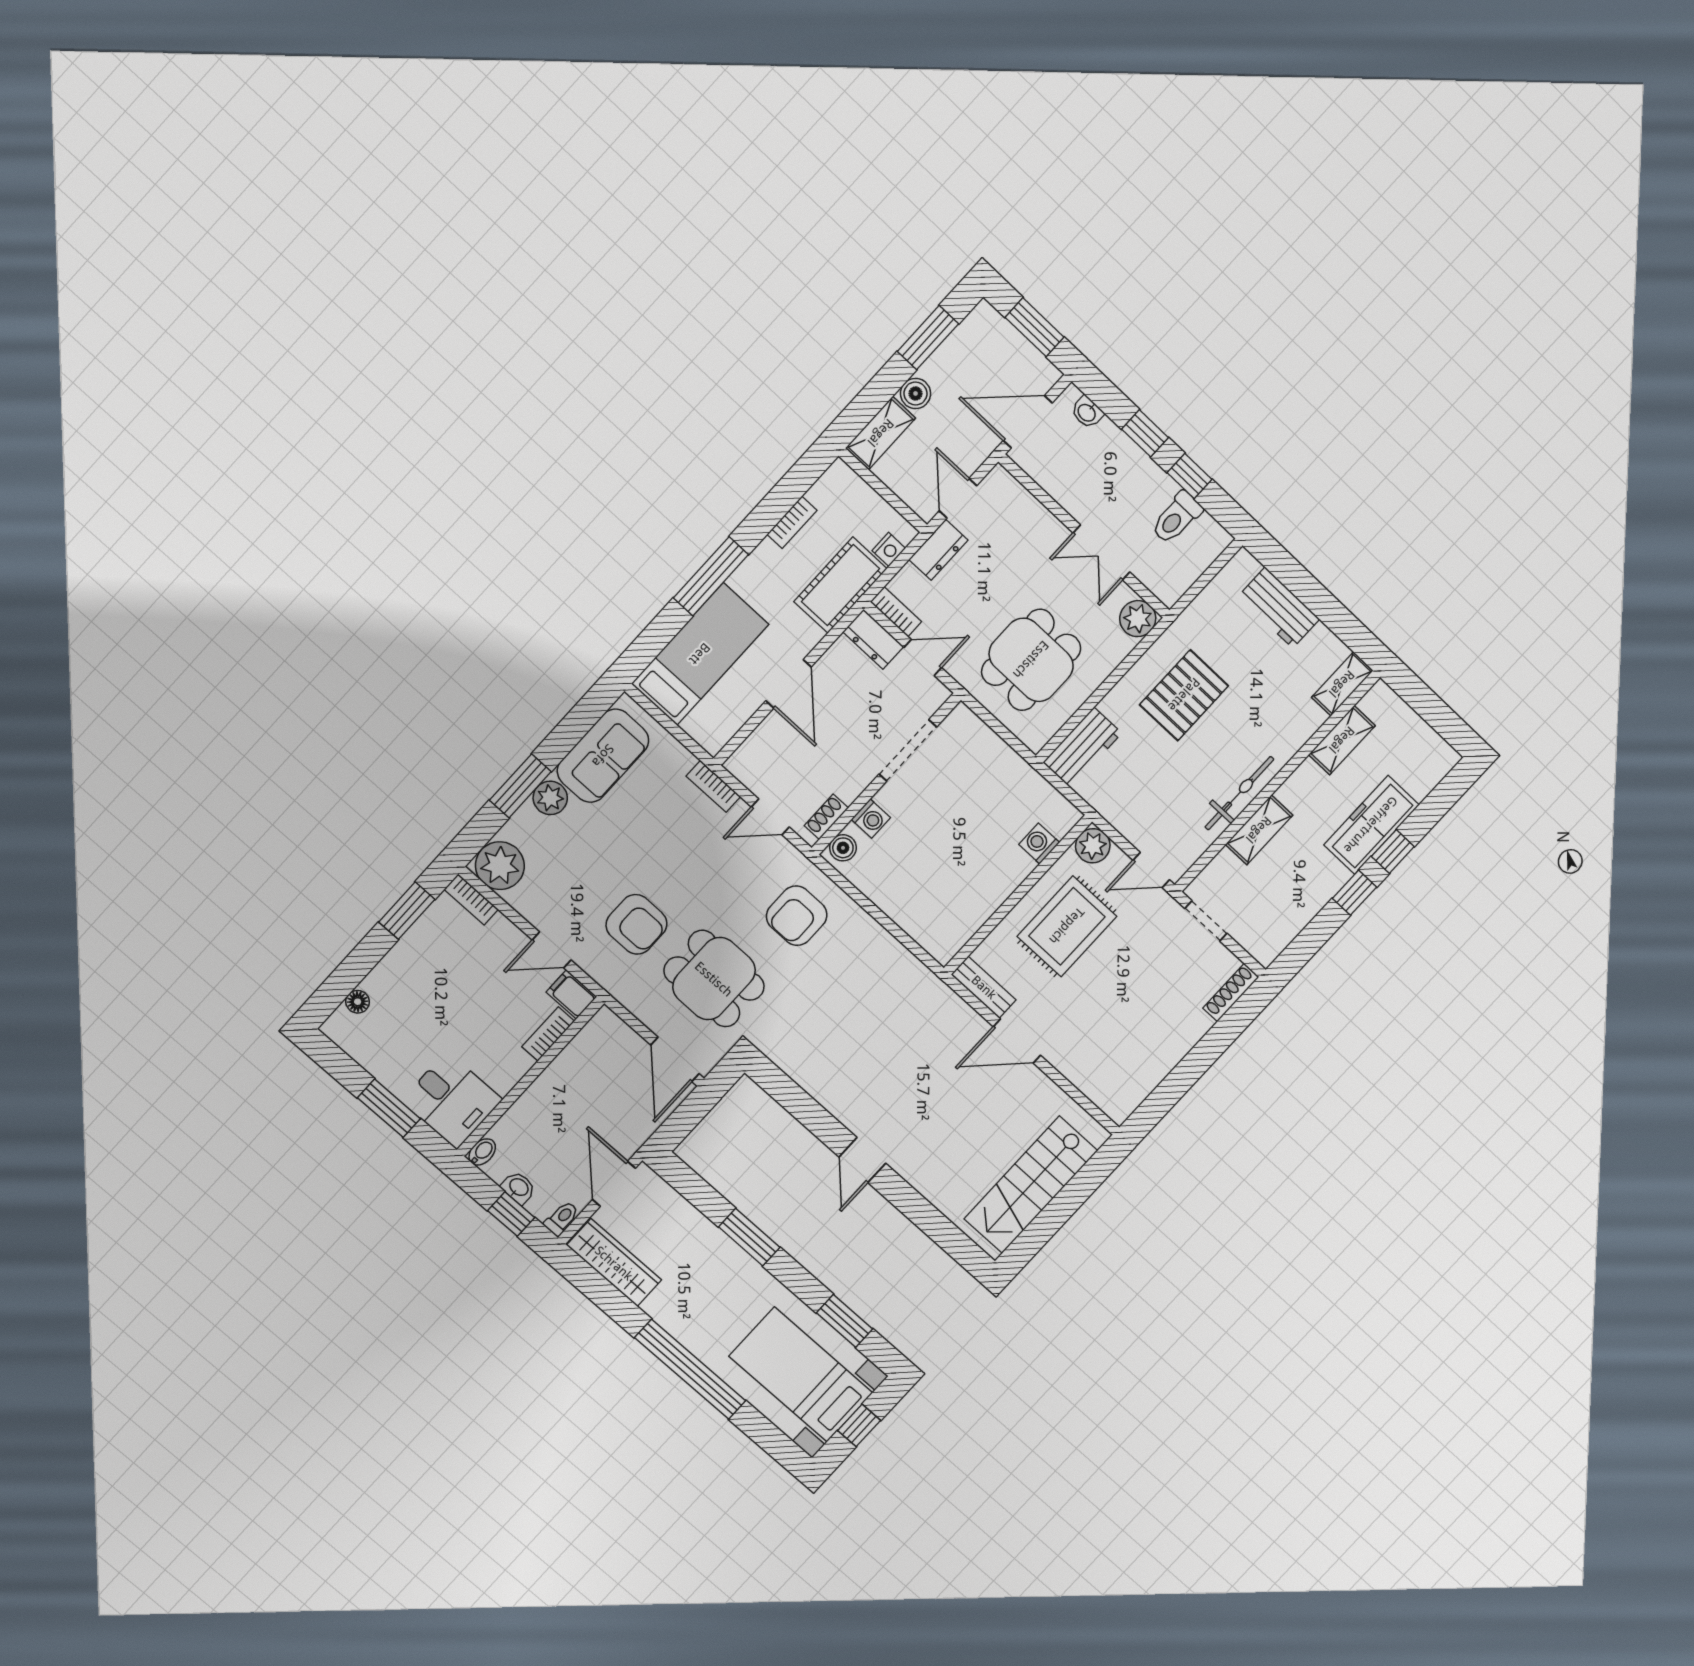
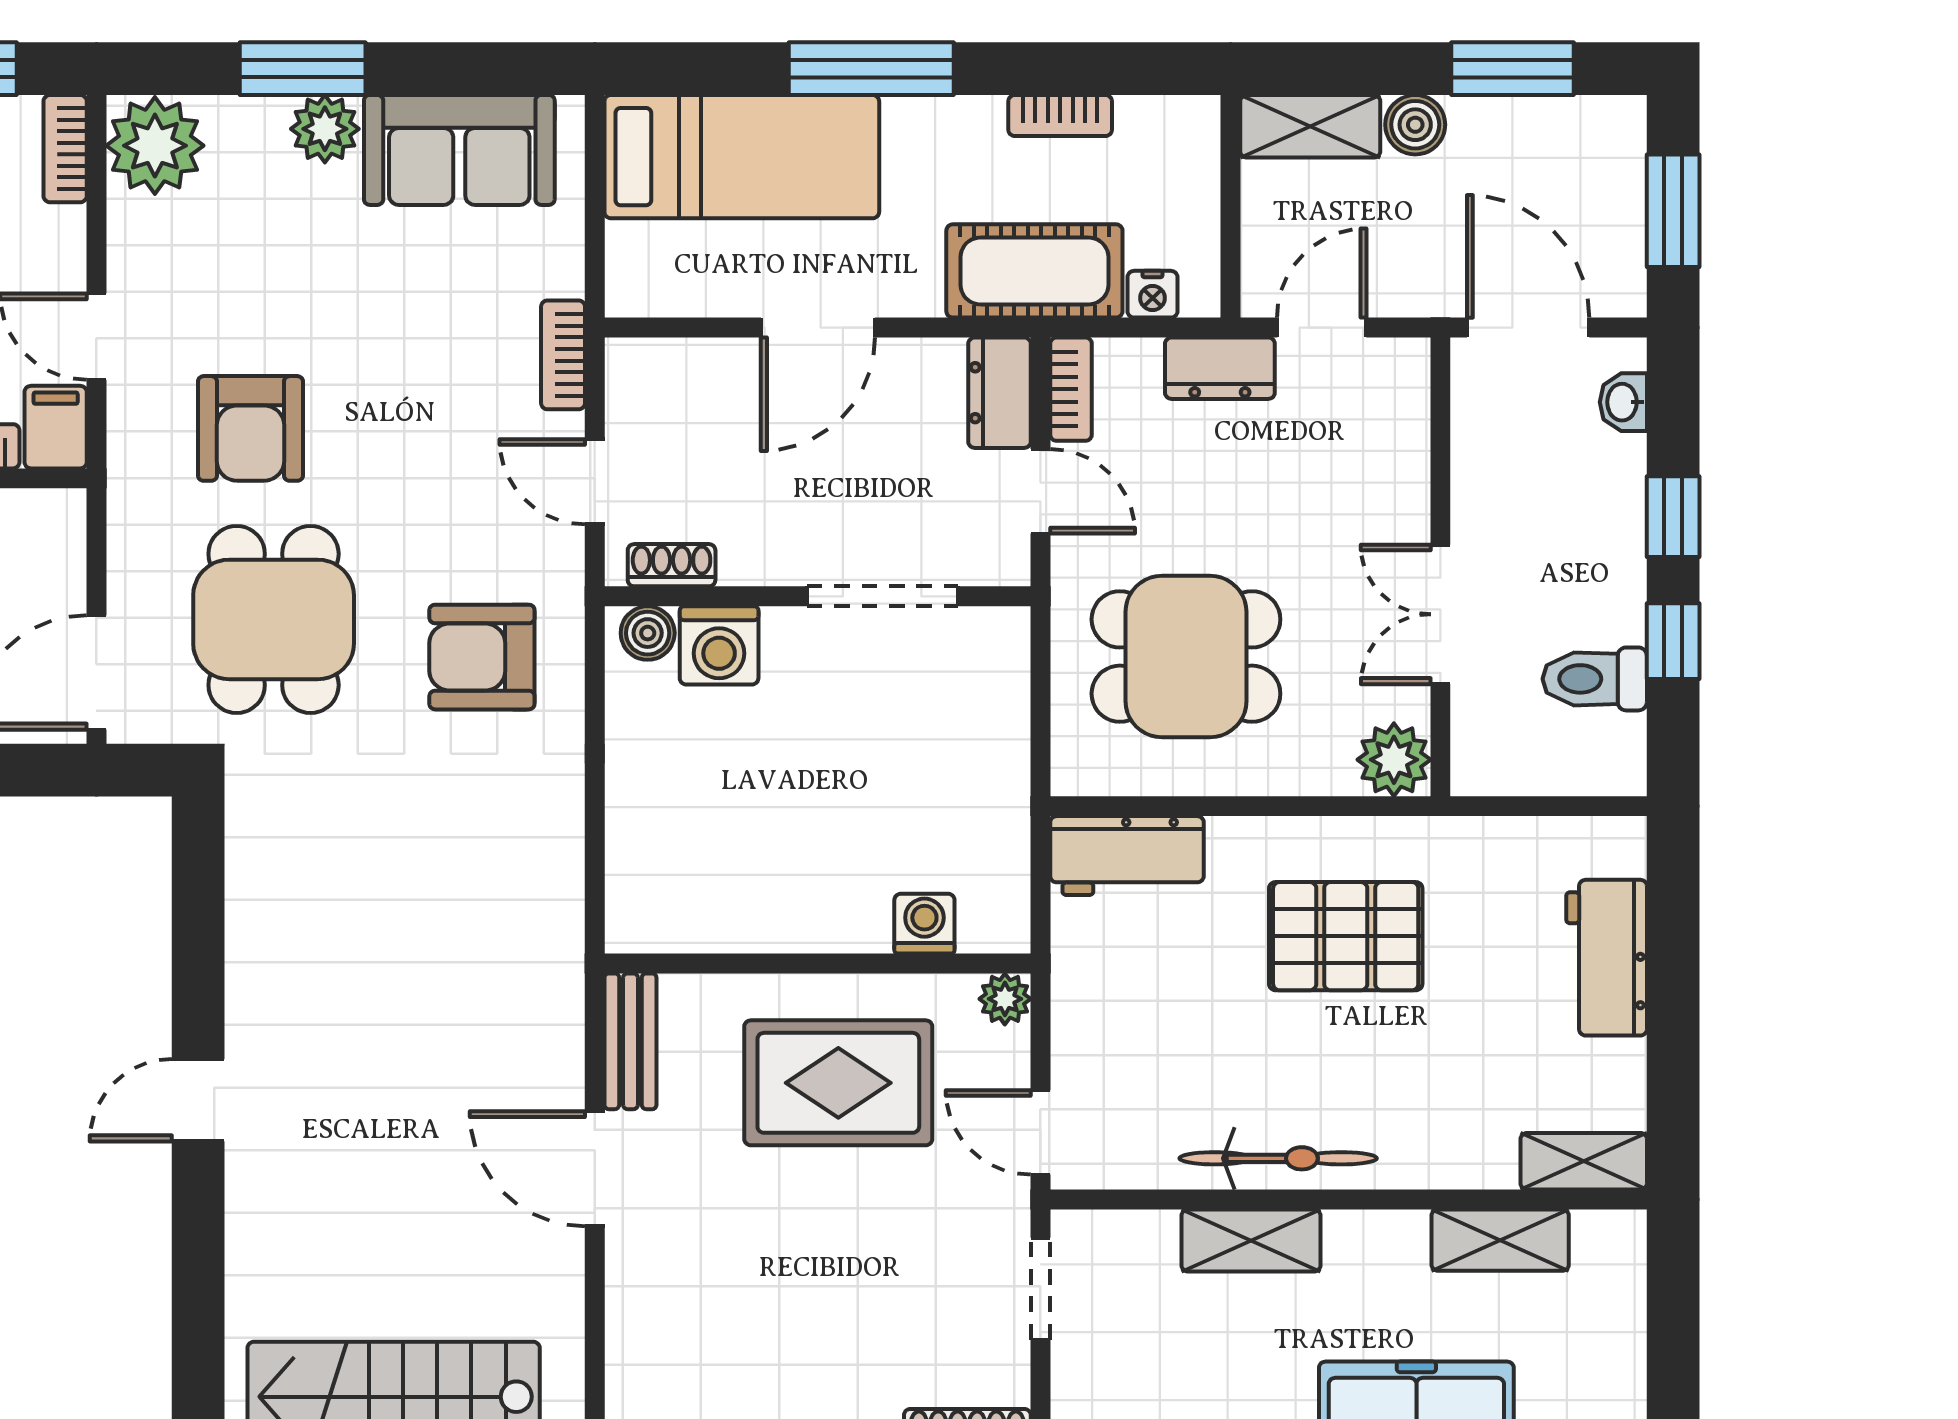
washing machine: (871, 819) -> (719, 645), width x1.38, depth x1.38
plant: (1093, 846) -> (1005, 999), width x0.73, depth x0.73

